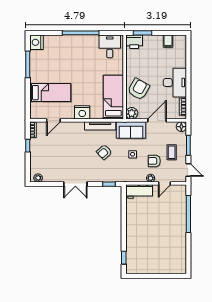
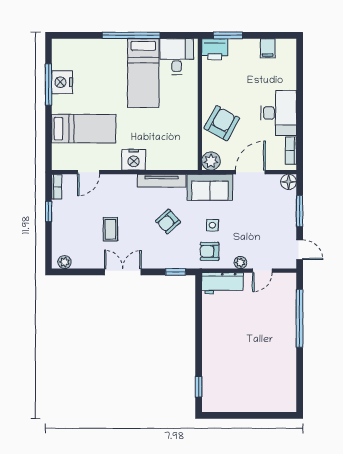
nightstand: (36, 42) -> (62, 82), moved
bed: (113, 97) -> (143, 73), moved, turned 180
coffee table: (172, 152) -> (110, 229), moved
armchair: (154, 161) -> (210, 251), moved
double door: (75, 184) -> (123, 272), swing flipped

